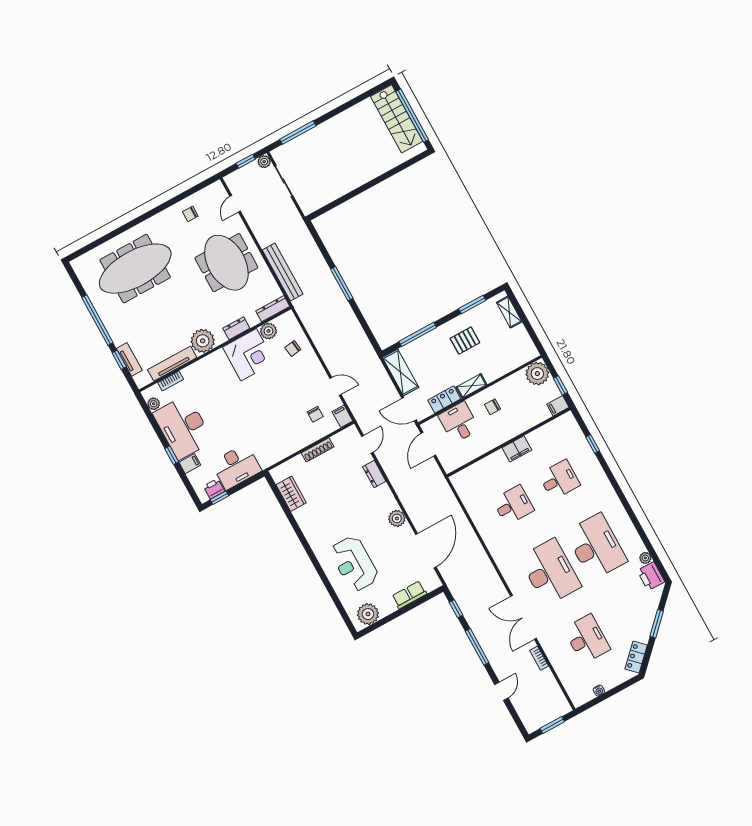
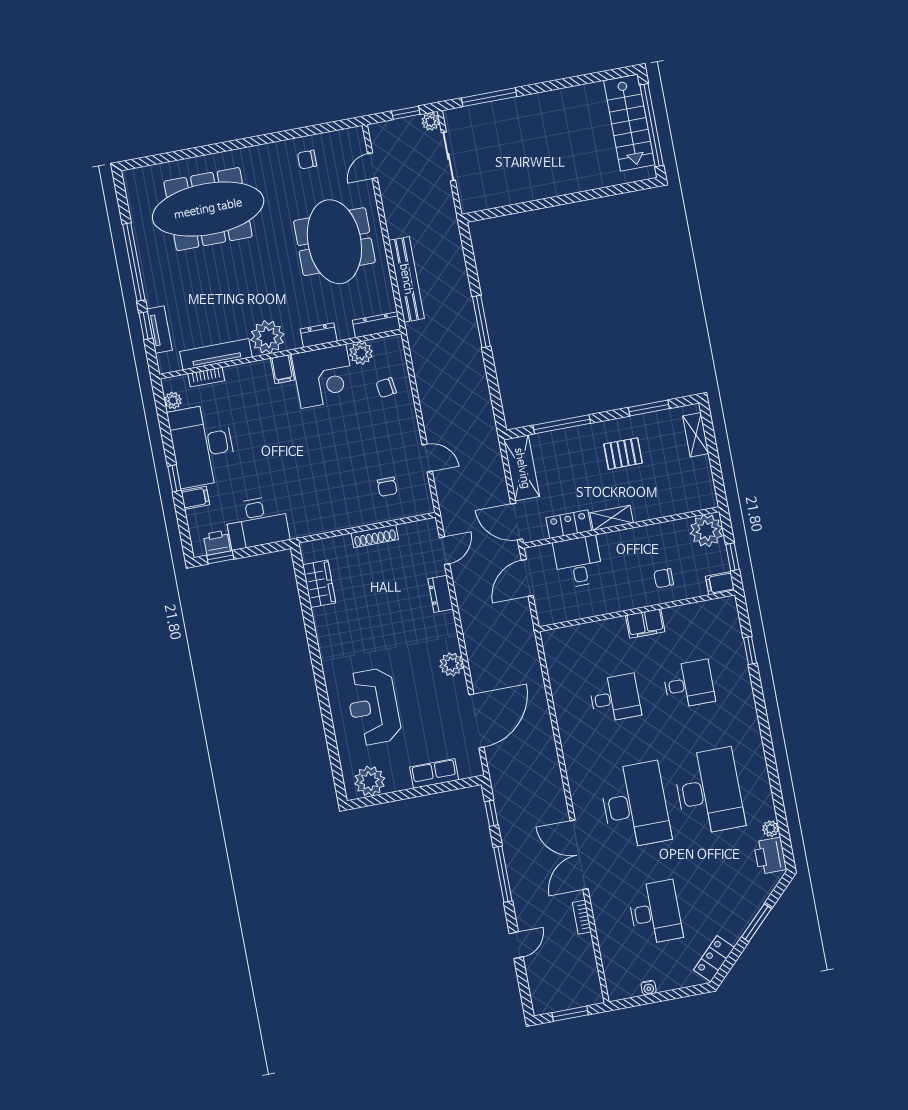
chair: (492, 407) -> (664, 578), moved
filing cabinet: (342, 416) -> (282, 369), moved, turned 180

